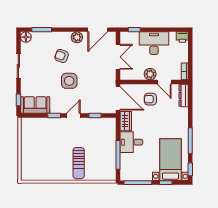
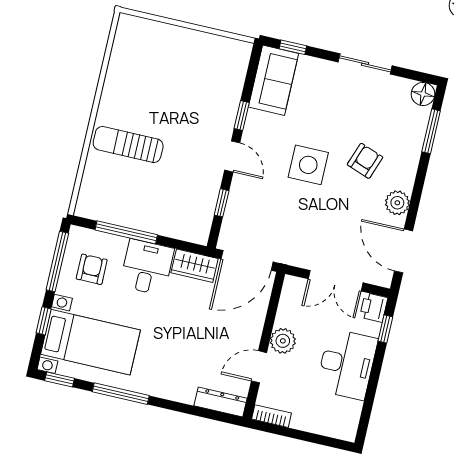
printer: (182, 37) -> (374, 307), moved
armchair: (150, 99) -> (92, 269), moved

